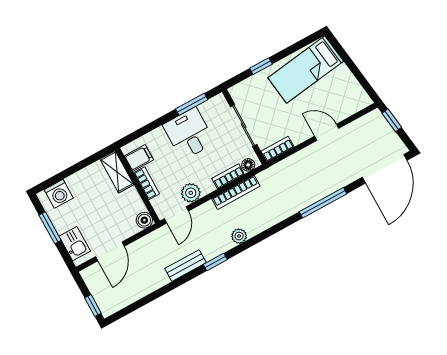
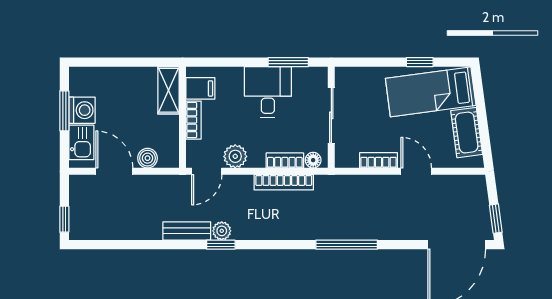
window: (261, 66) -> (420, 62), moved
cot: (348, 84) -> (467, 133), added
window: (392, 120) -> (496, 219), moved
bookcase: (277, 149) -> (378, 160), moved
washing machine: (59, 194) -> (82, 110), moved, turned -90
window: (323, 203) -> (347, 245), moved
boiler: (144, 220) -> (148, 158), moved
plant: (239, 236) -> (222, 231), moved
door: (110, 251) -> (114, 171), swing flipped

